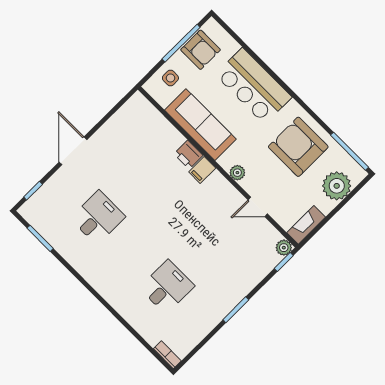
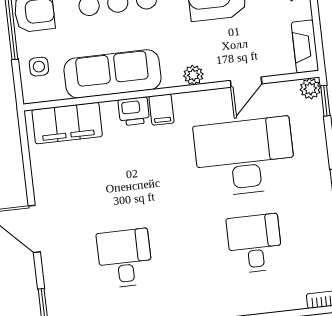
filing cabinet: (150, 121) -> (67, 123), added
desk: (213, 241) -> (245, 157), added

